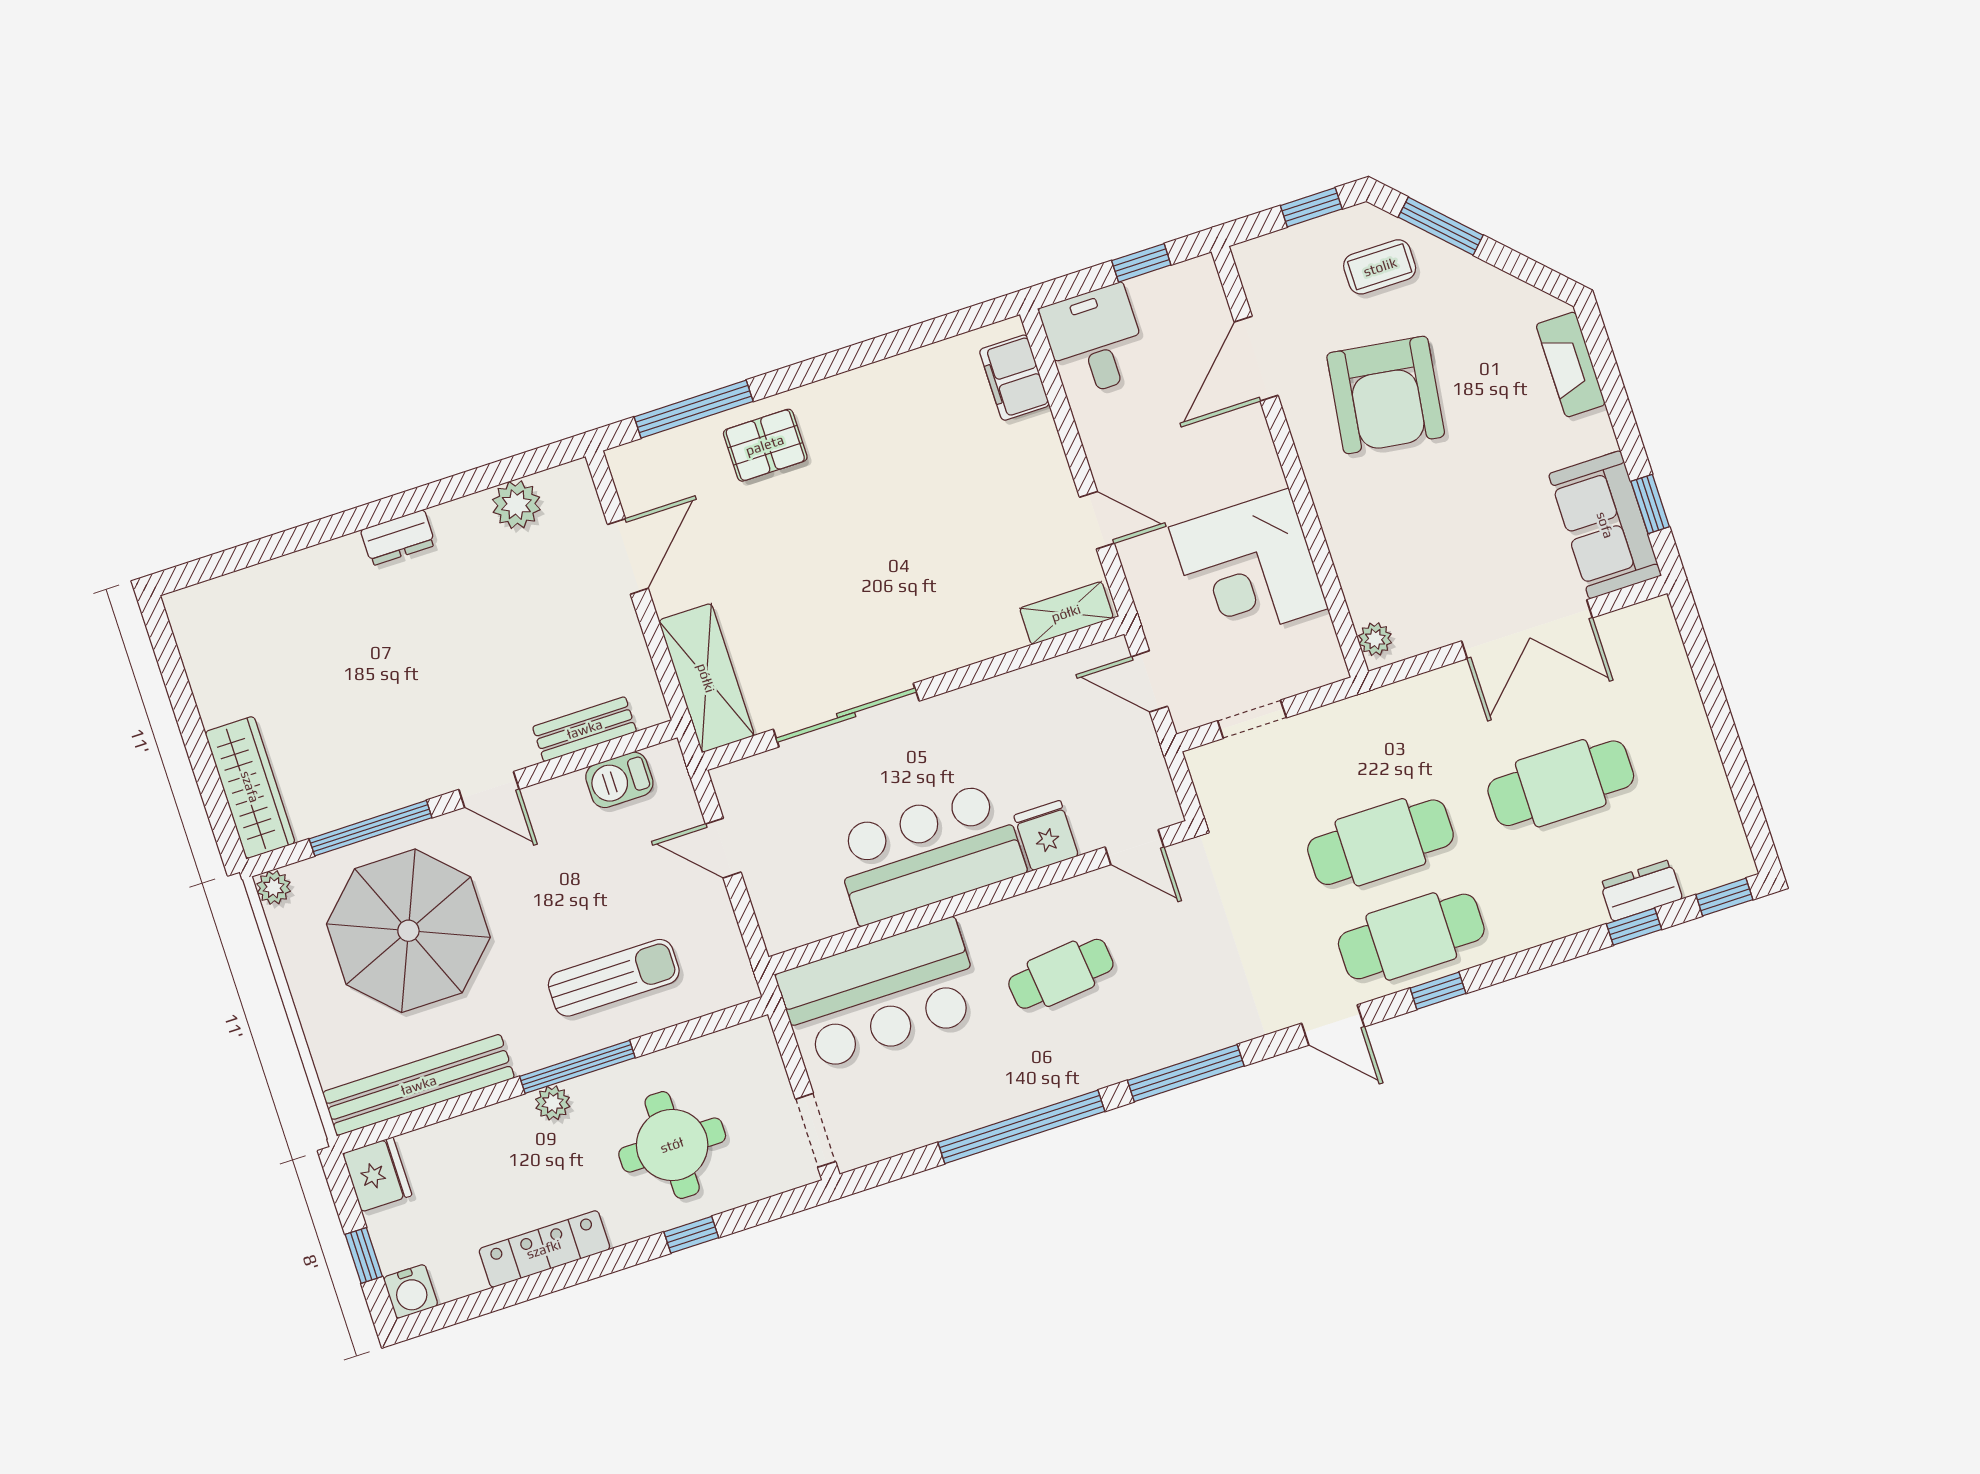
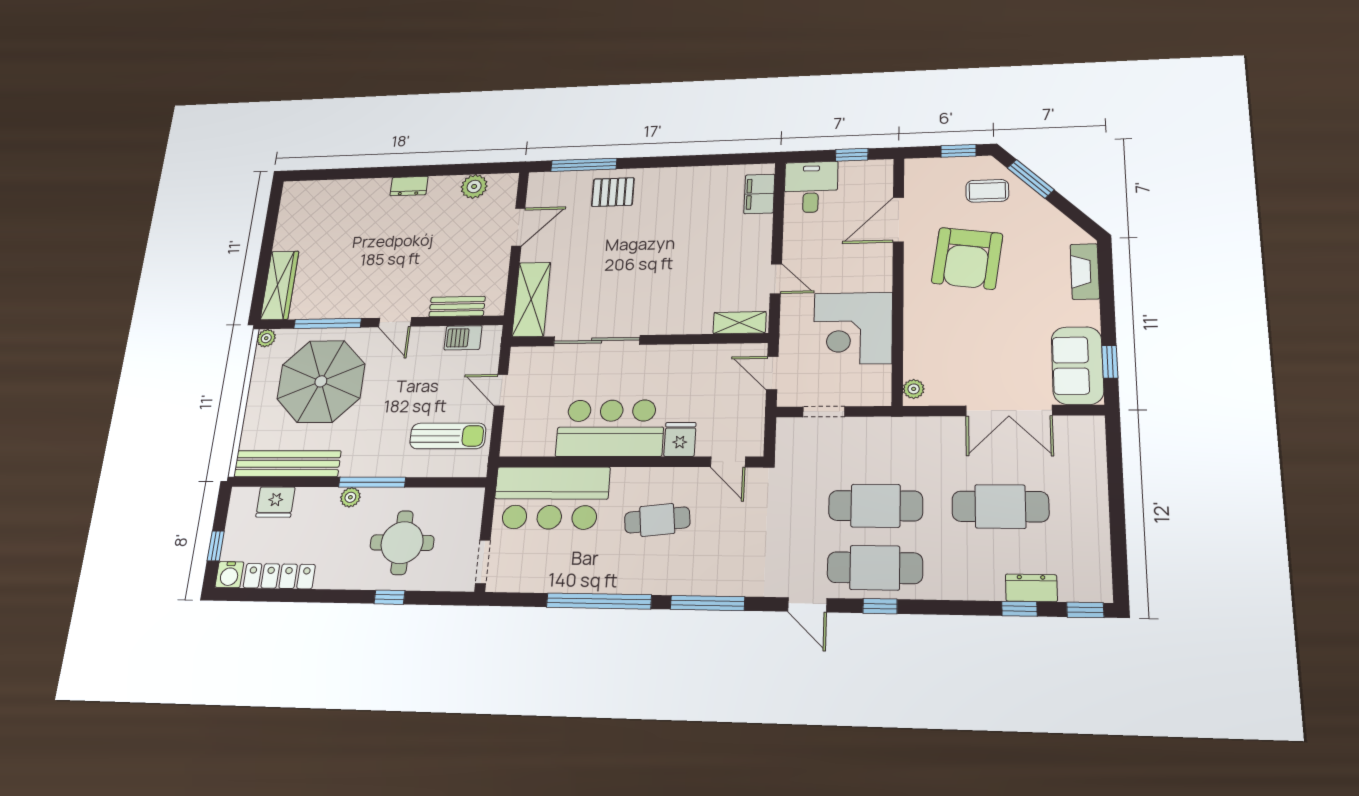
sun lounger: (614, 978) -> (448, 436), moved
fridge: (377, 1174) -> (275, 502), moved, turned 90
locker: (544, 1249) -> (279, 576), moved

